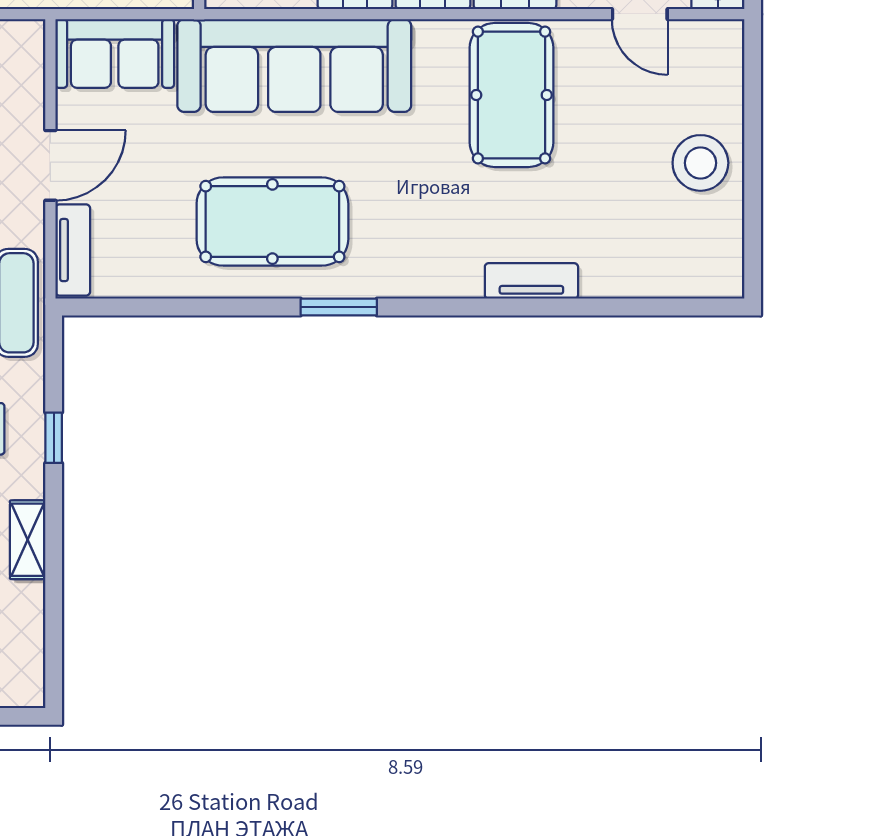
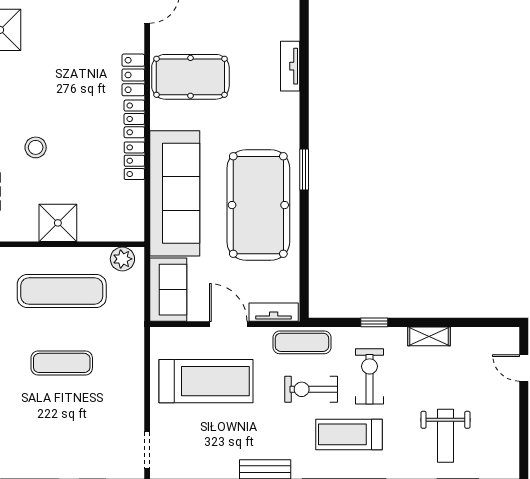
pool table: (272, 221) -> (258, 205), width x1.36, depth x1.32

